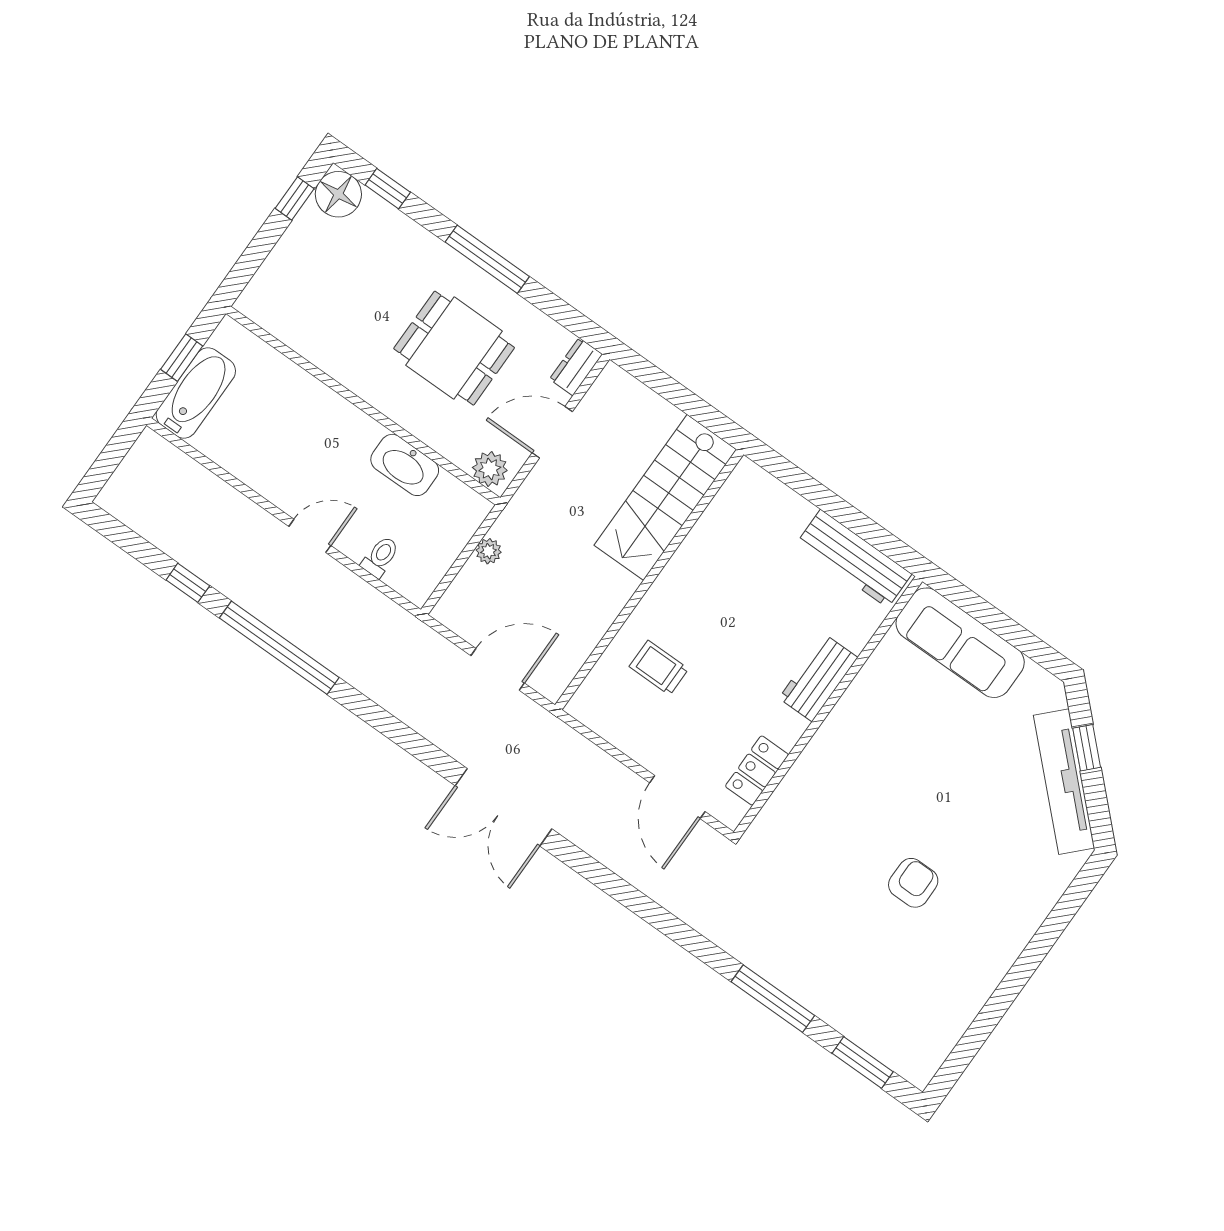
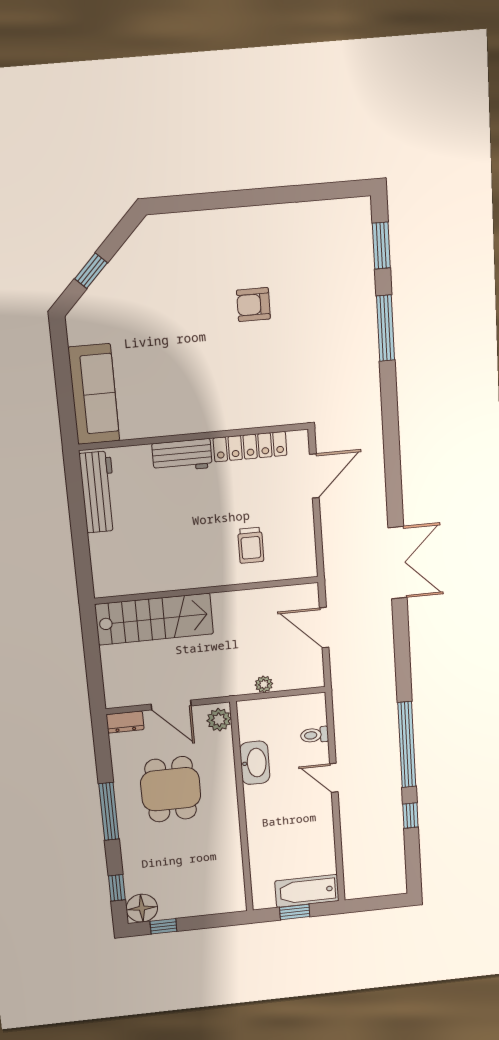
locker: (757, 770) -> (250, 447), width x1.53
tv unit: (1064, 782) -> (122, 267), removed

